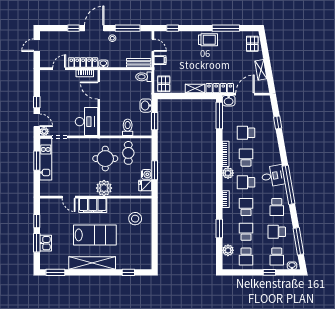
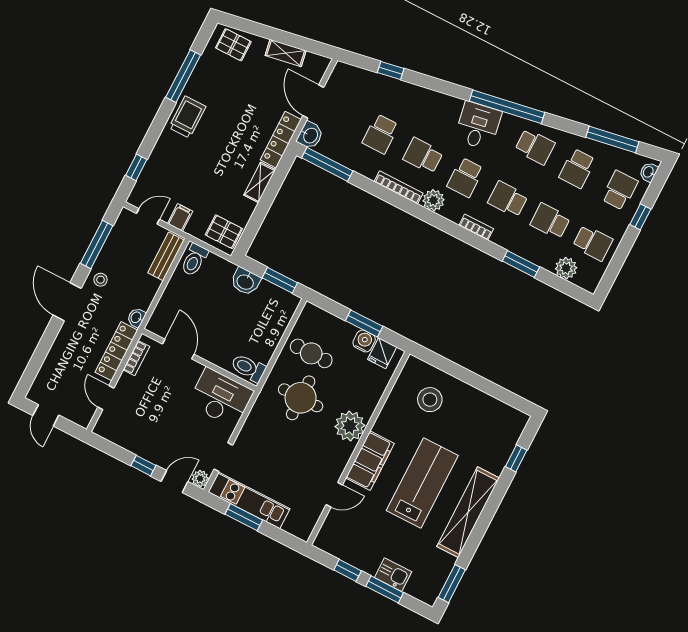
window: (74, 28) -> (49, 337), removed
door: (99, 91) -> (178, 349), swing flipped
toilet: (128, 127) -> (248, 368), moved
school desk: (277, 257) -> (620, 190), turned -90

